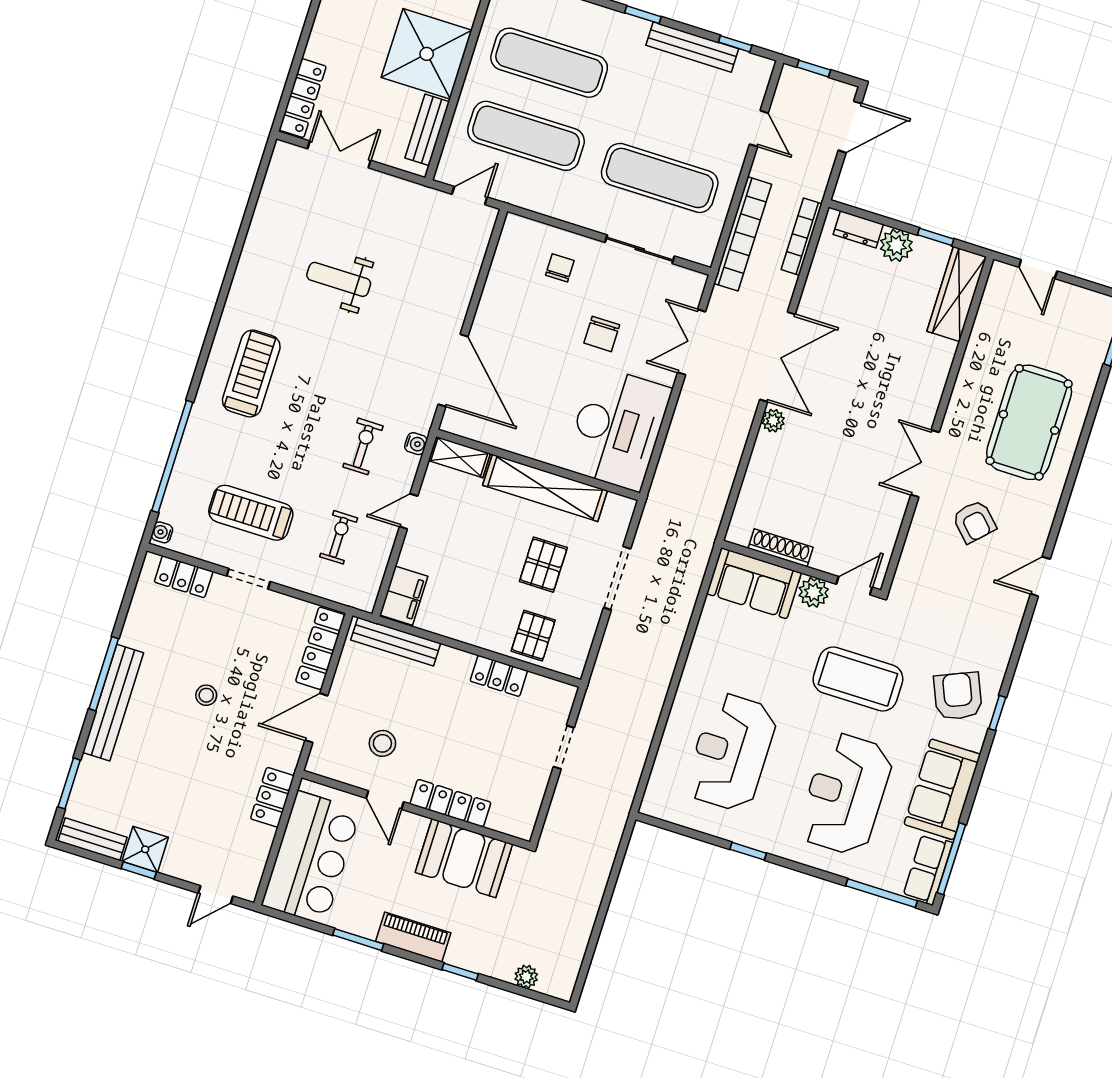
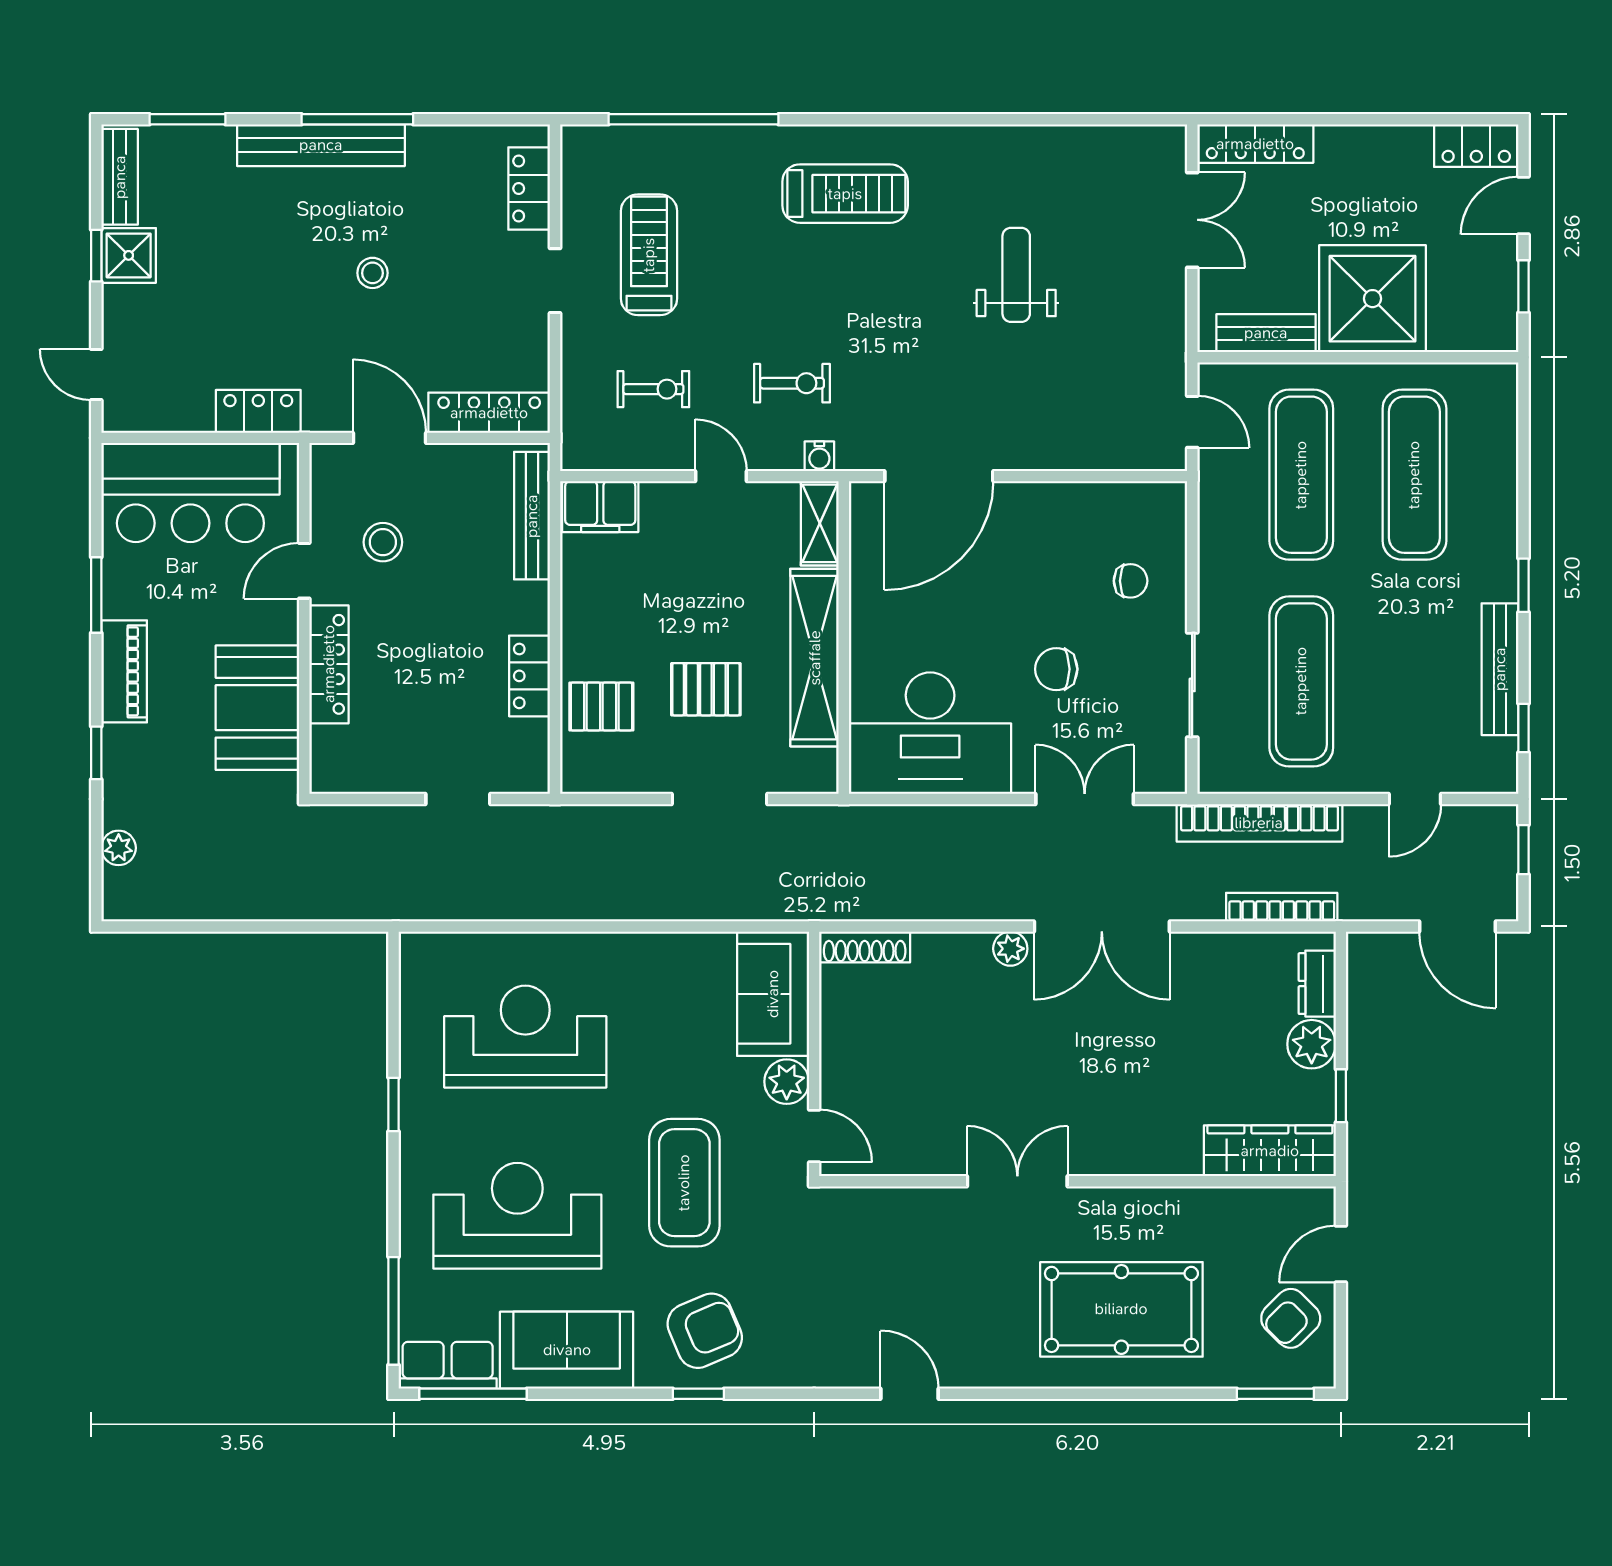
armchair: (974, 522) -> (1291, 1318), moved
water cooler: (162, 532) -> (582, 138), removed
shoe rack: (781, 548) -> (865, 947), moved, turned 90

